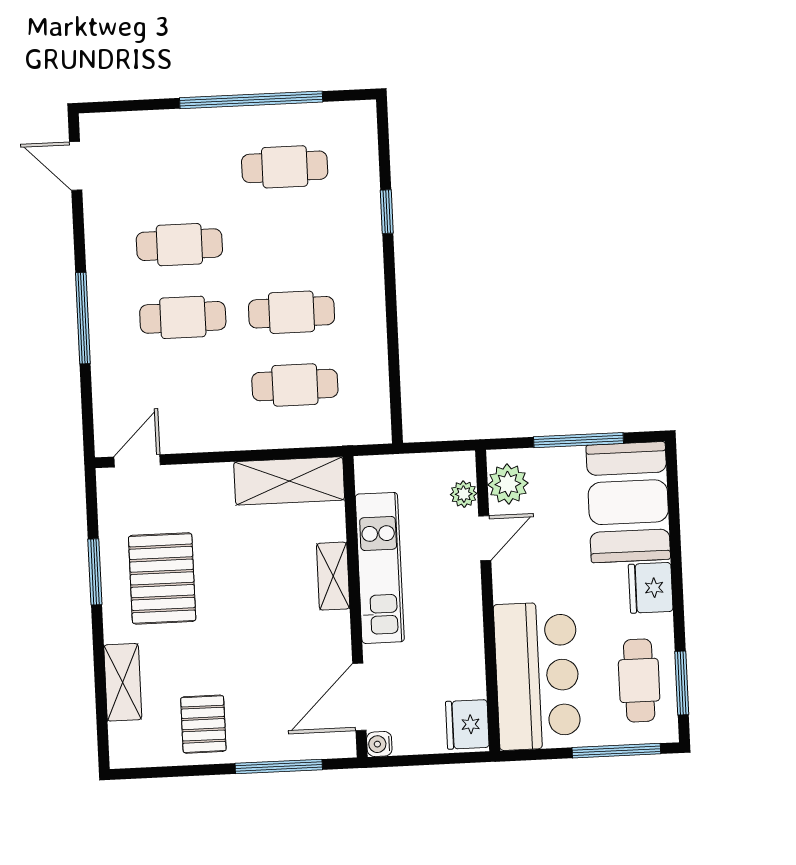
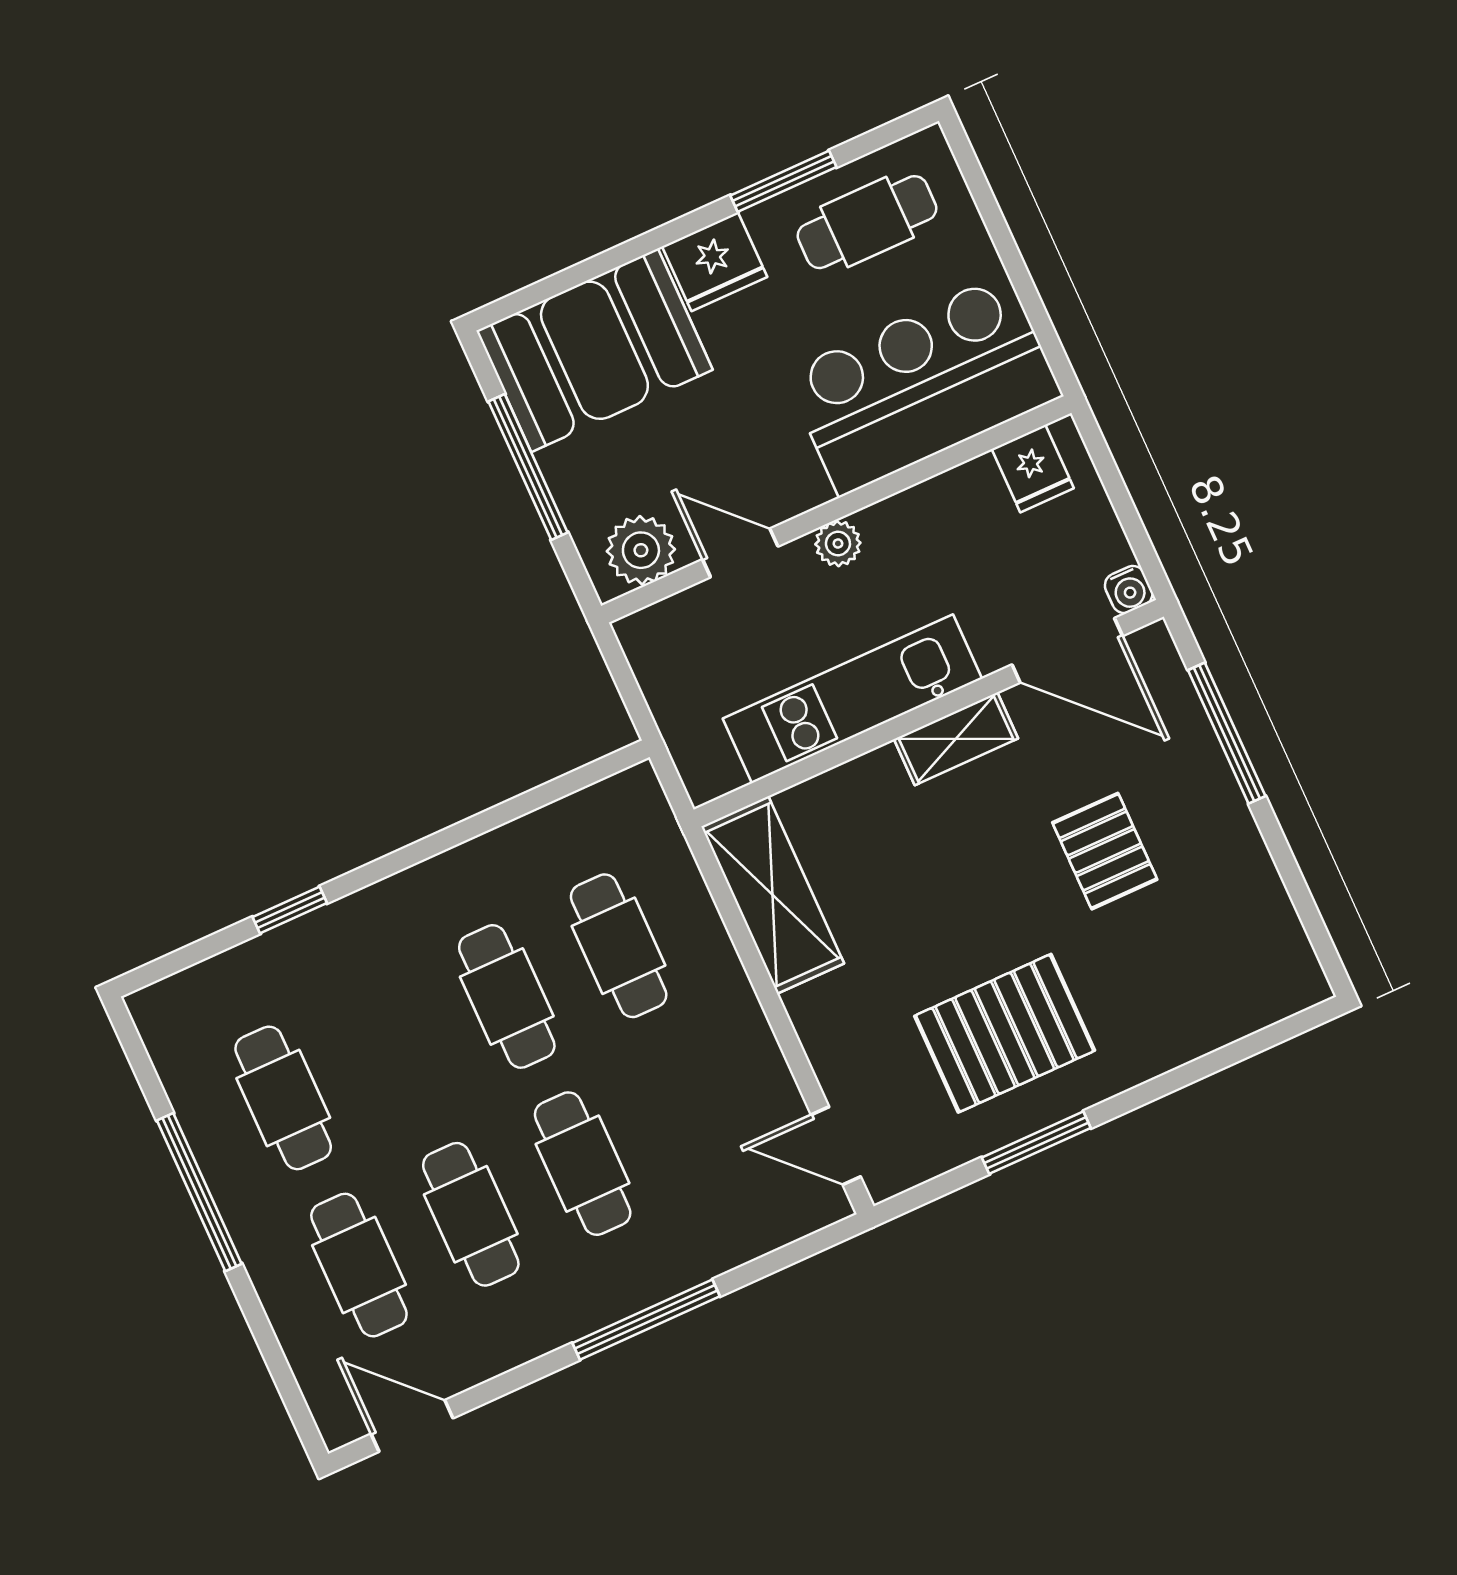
window: (251, 100) -> (199, 1192), width x0.68
door: (76, 166) -> (412, 1426), swing flipped
cafe table: (176, 172) -> (359, 1265), added
plant: (464, 494) -> (838, 544), moved
shelving: (333, 576) -> (956, 739), moved
shelving: (123, 682) -> (1192, 1030), removed
window: (682, 683) -> (783, 181), moved
pallet: (203, 724) -> (1105, 851), moved, turned 90
fridge: (467, 724) -> (1033, 469), width x0.72
window: (616, 751) -> (991, 214), removed

